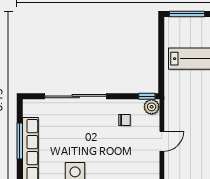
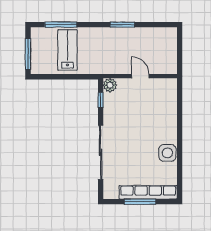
window: (147, 96) -> (101, 100), moved
chair: (125, 120) -> (122, 109), removed

